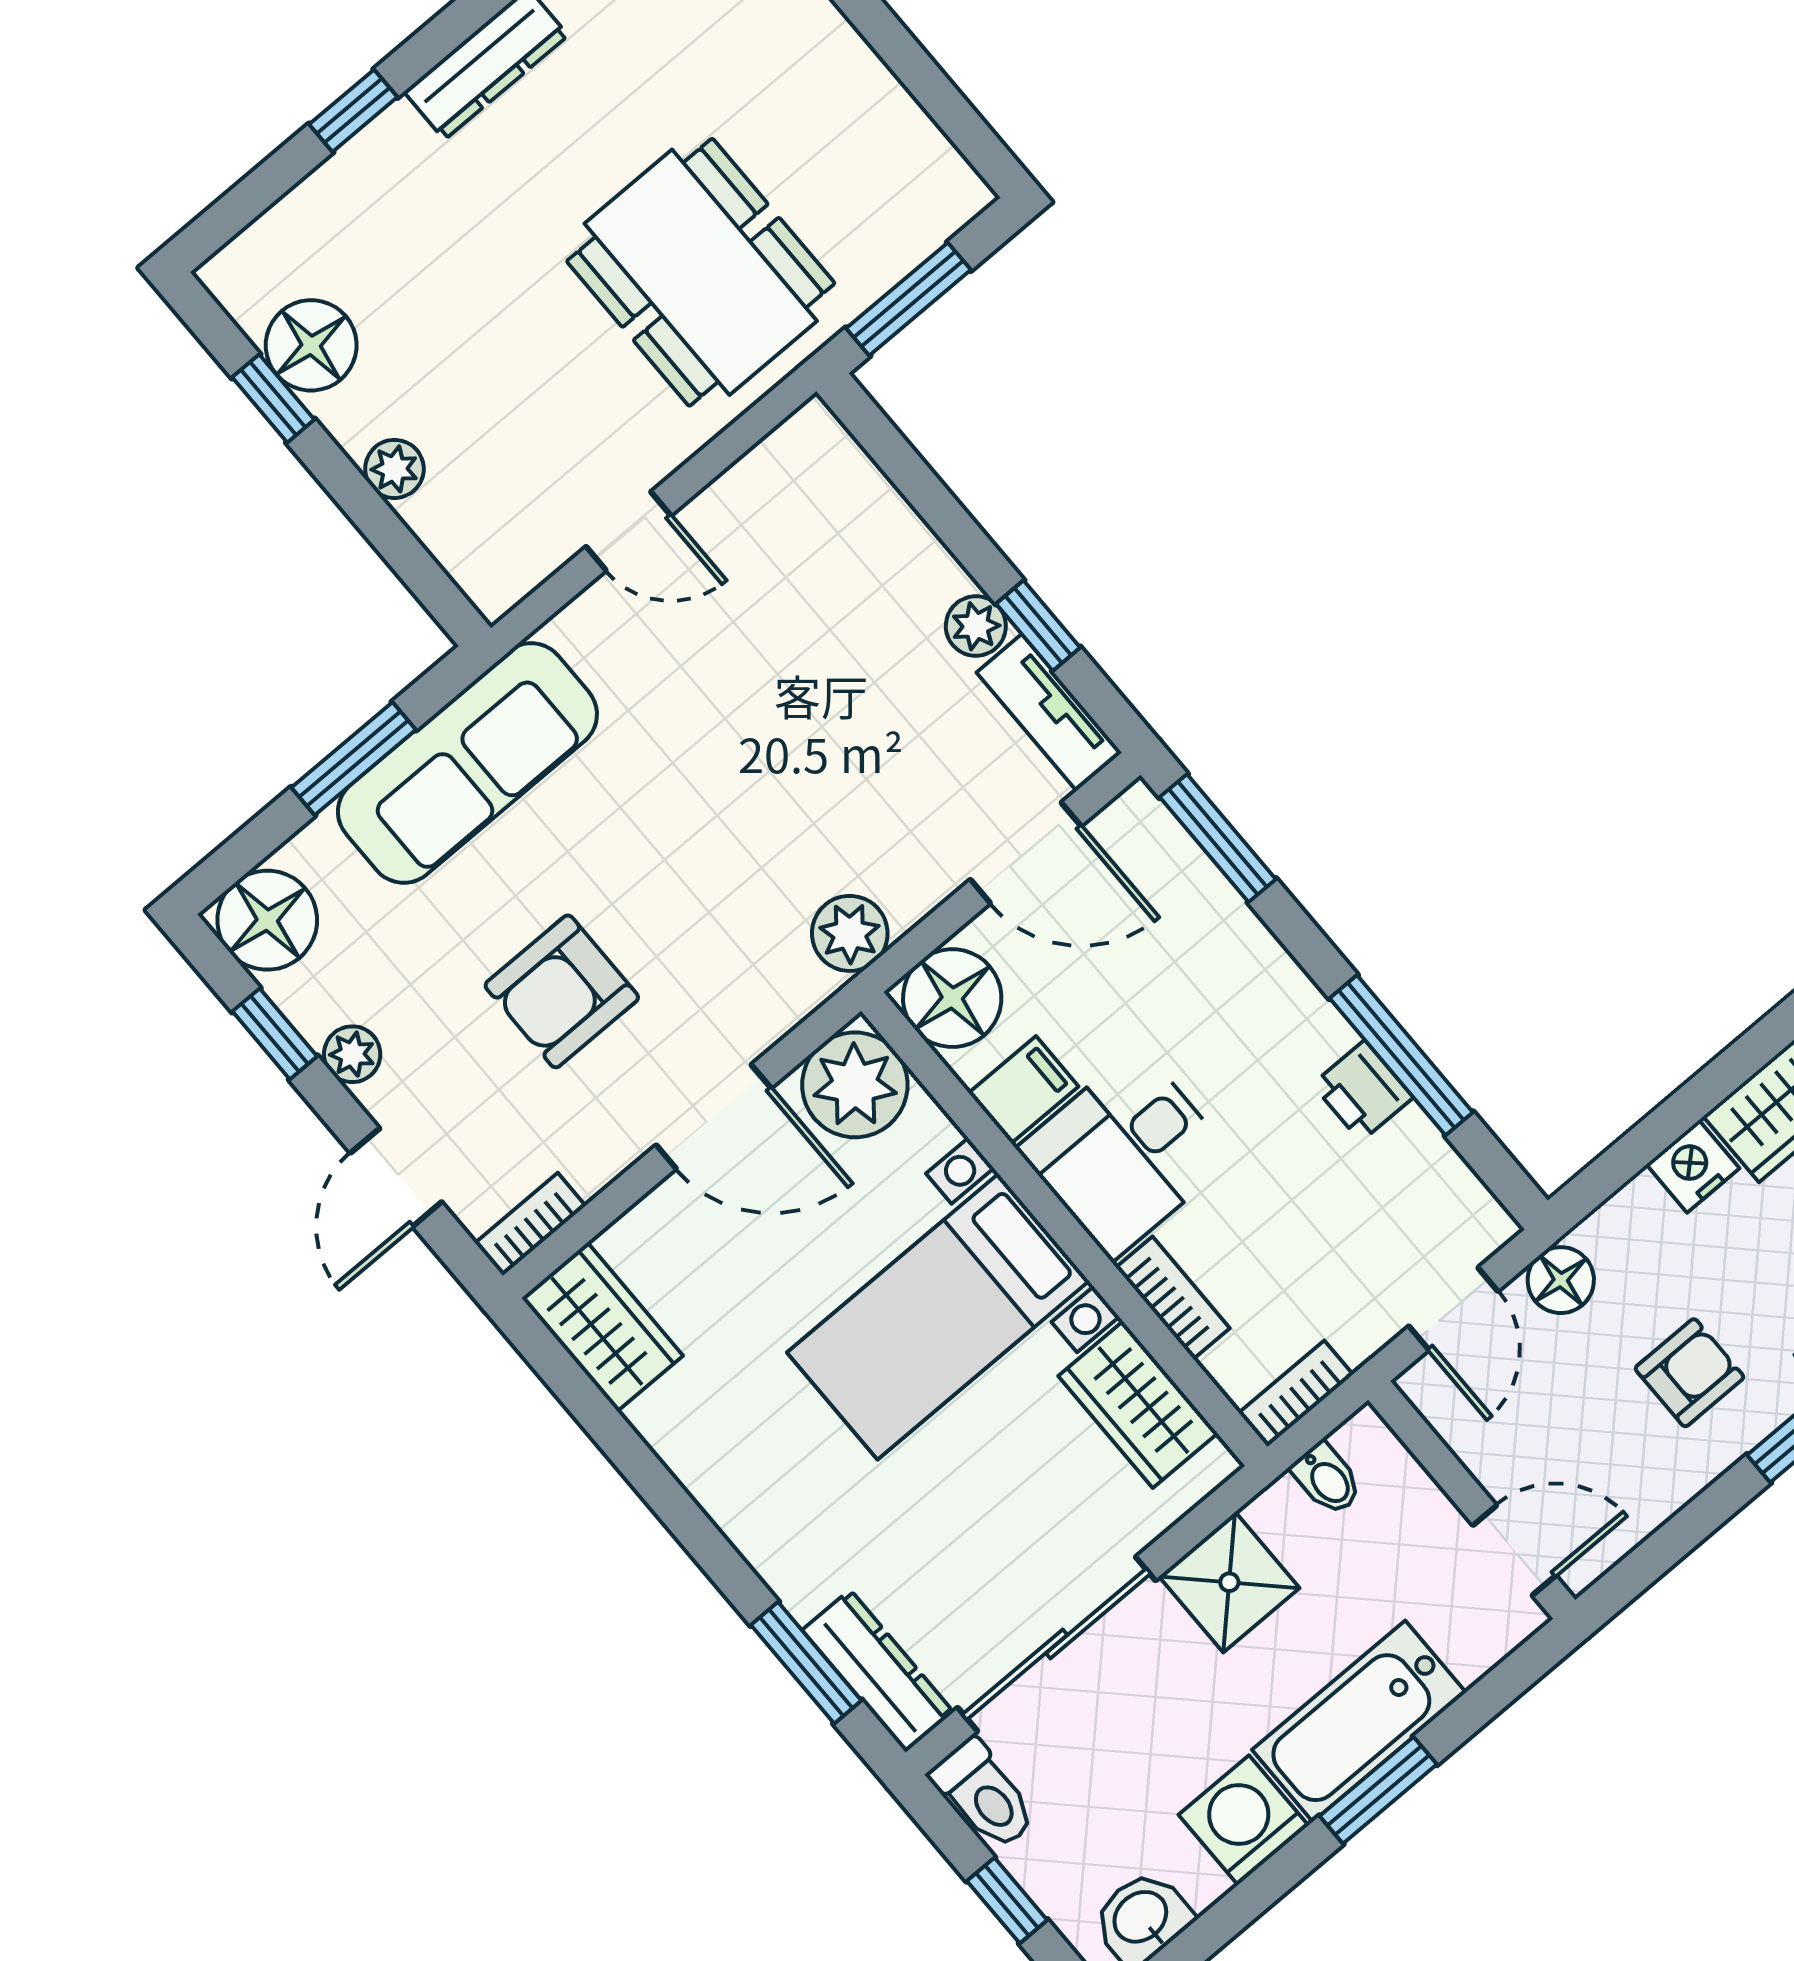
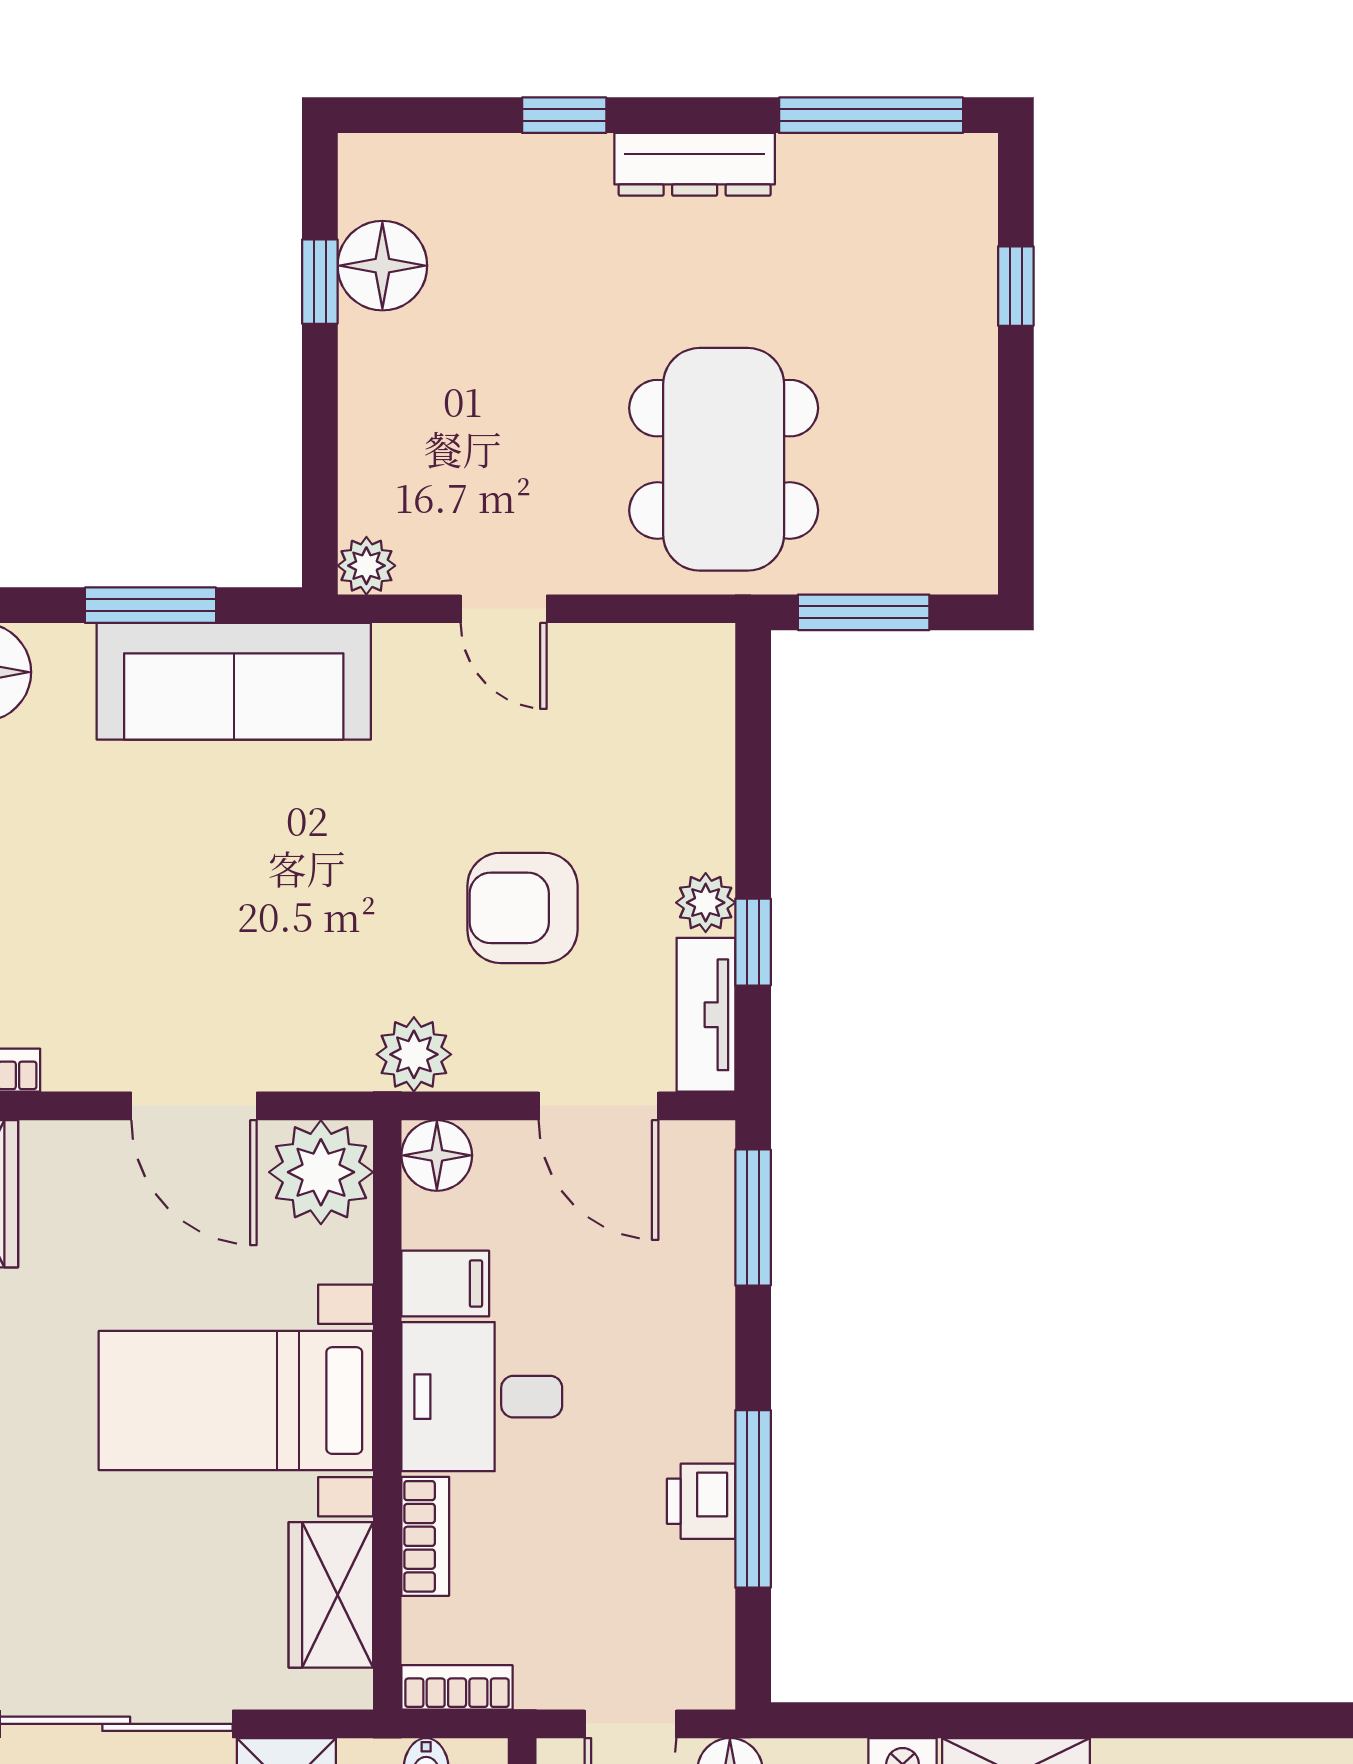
plant: (394, 469) -> (366, 566), moved
armchair: (562, 991) -> (522, 908), moved
floor lamp: (952, 998) -> (437, 1155), width x0.73, depth x0.73

